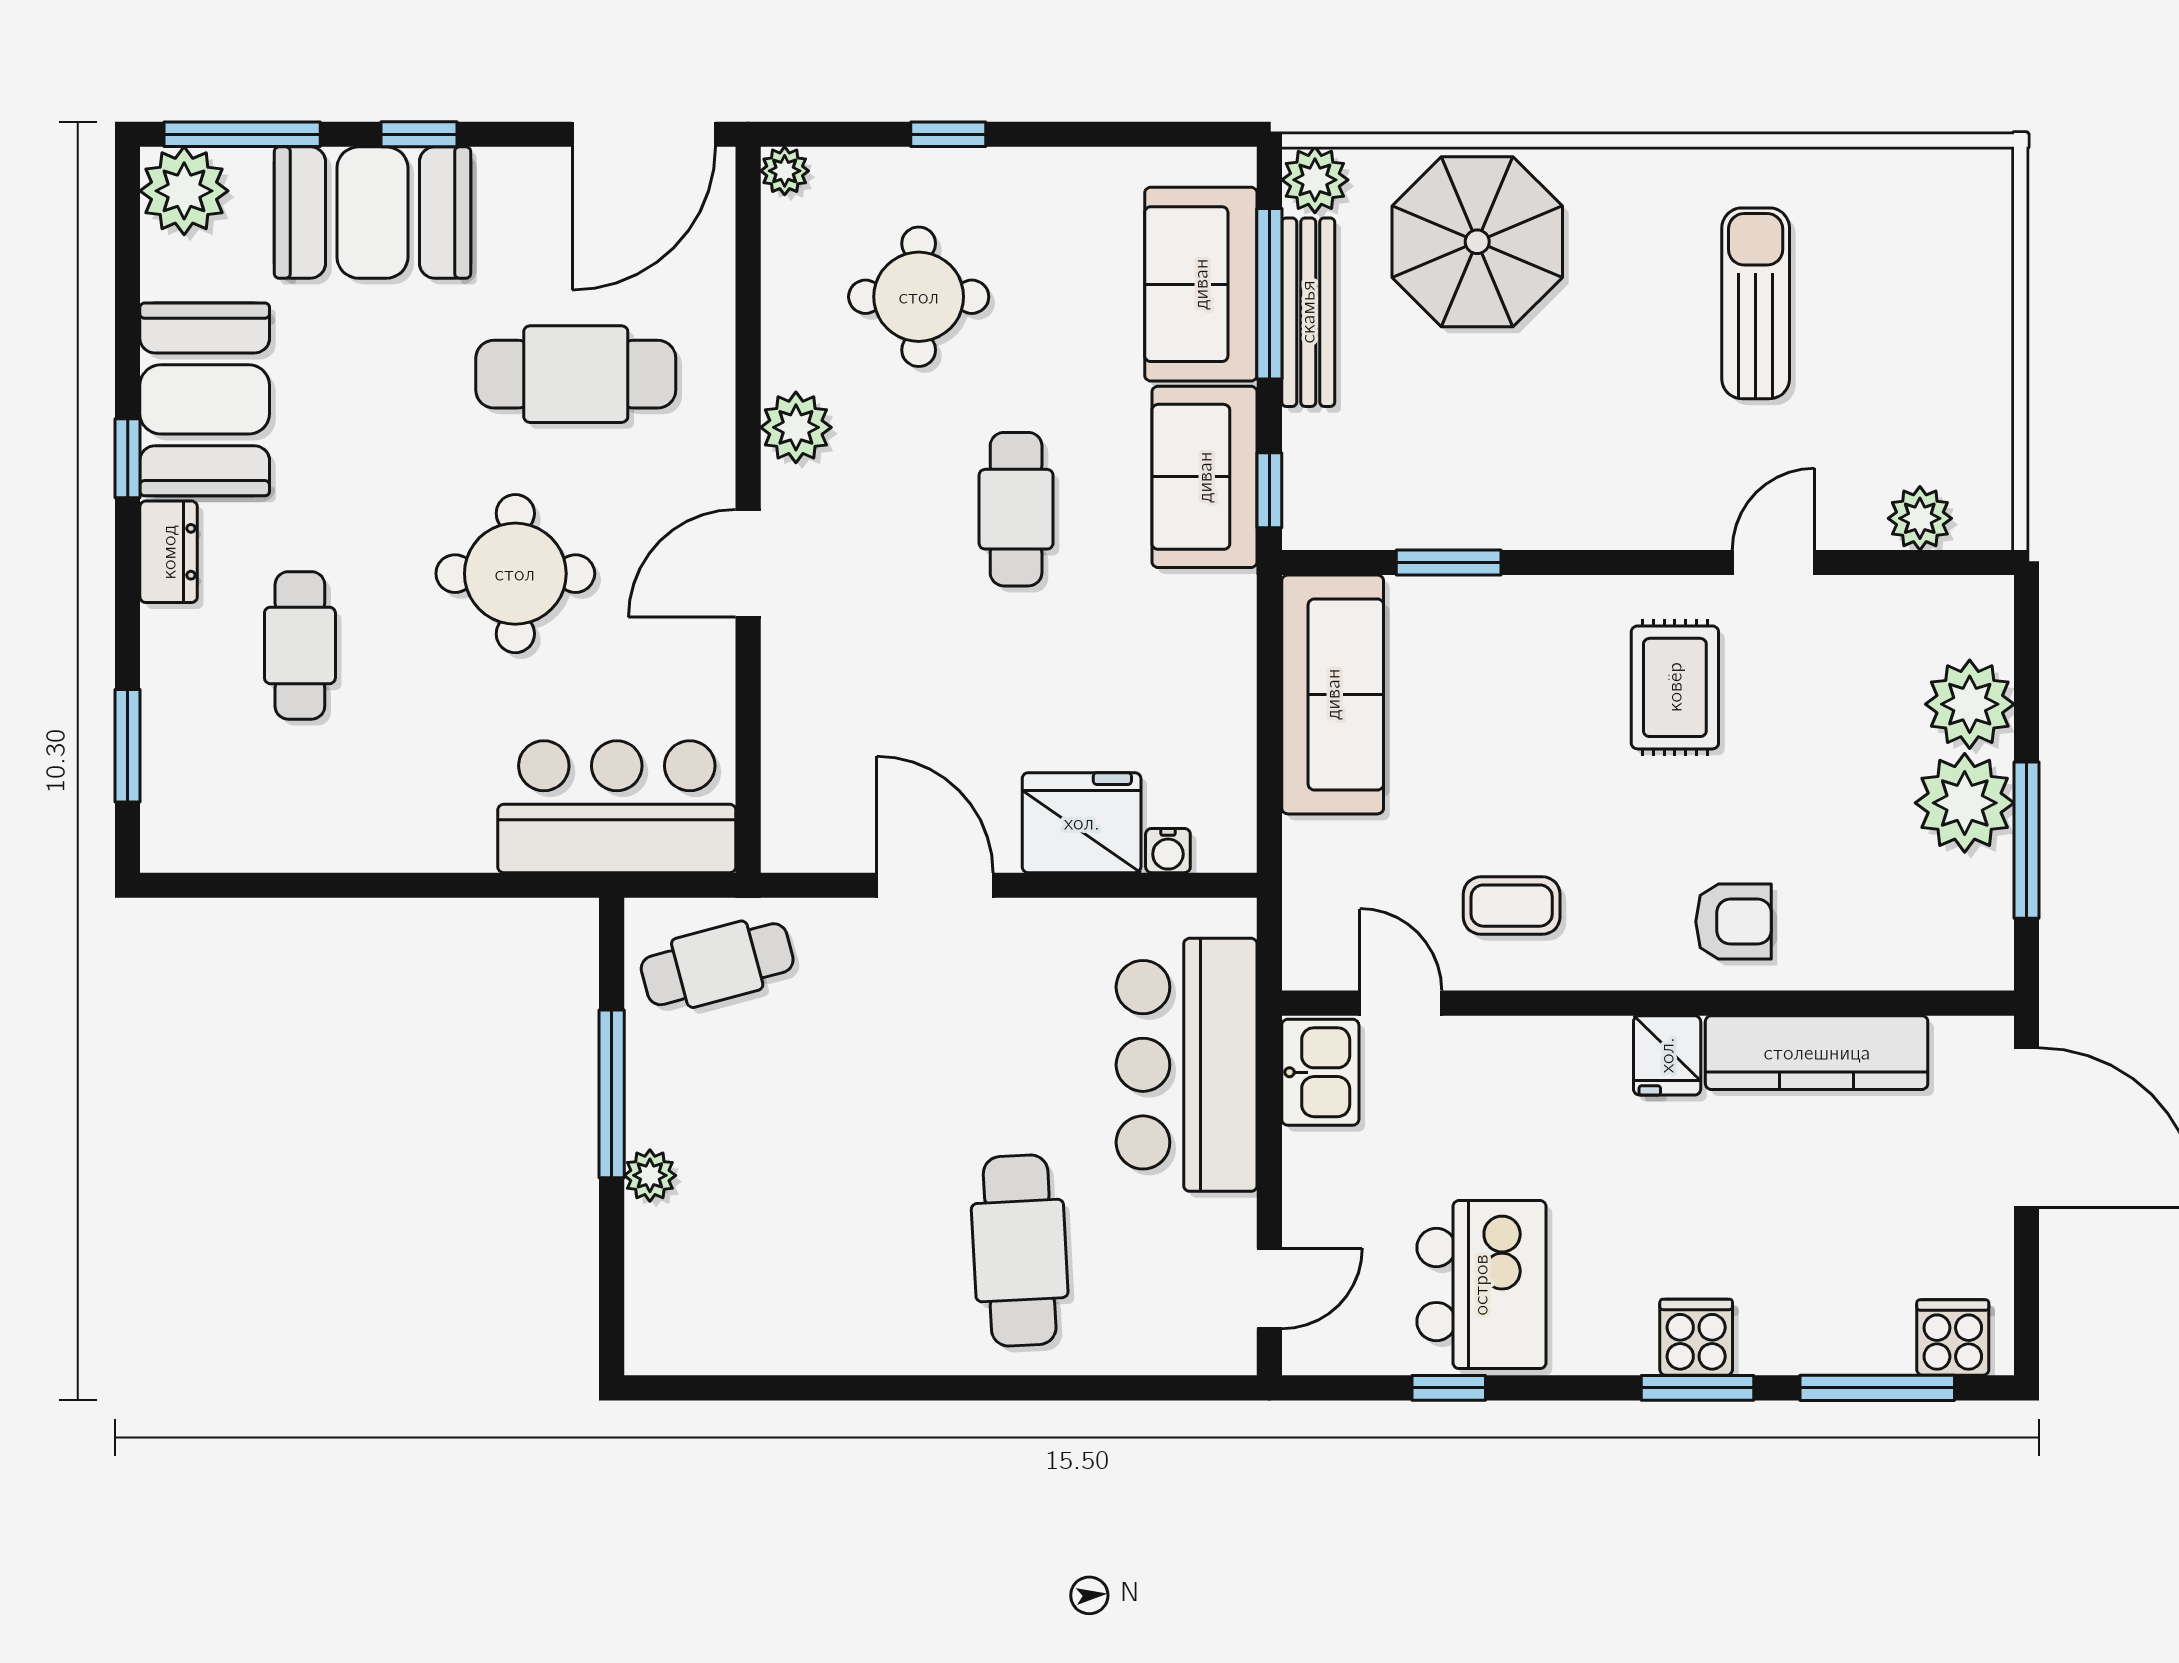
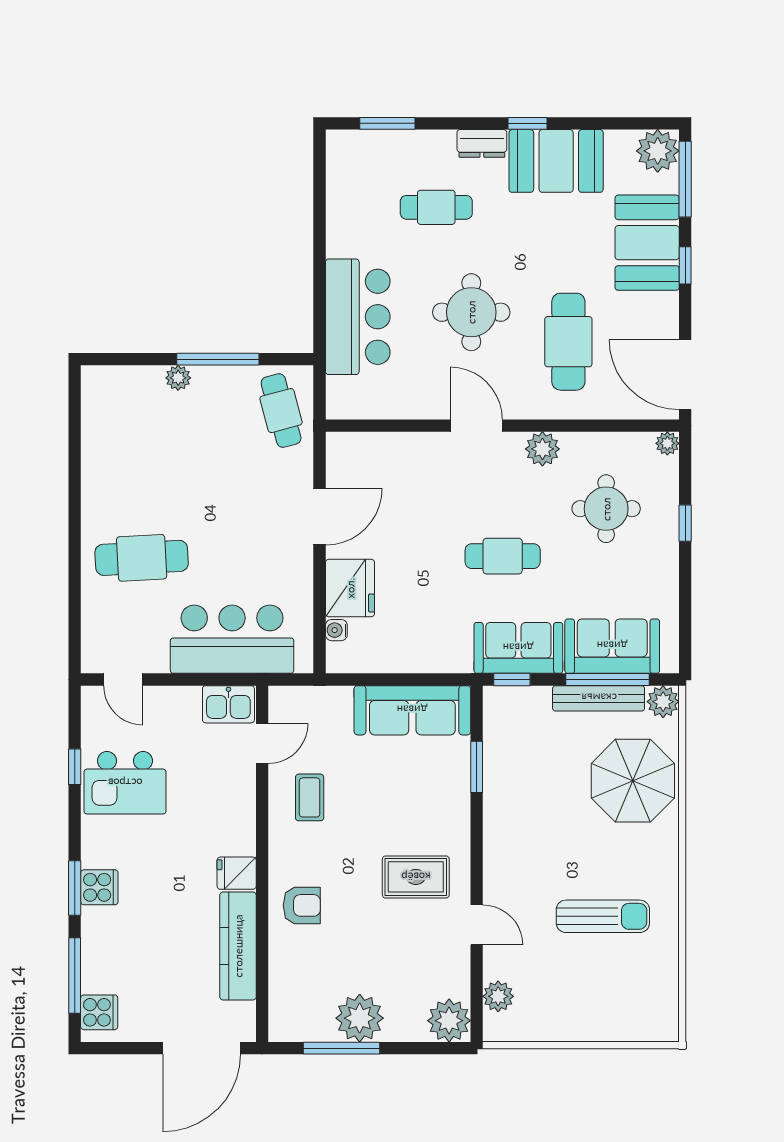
plant: (1970, 704) -> (449, 1021), moved
bar counter: (617, 807) -> (358, 317), moved
armchair: (1733, 922) -> (302, 905), turned -90

